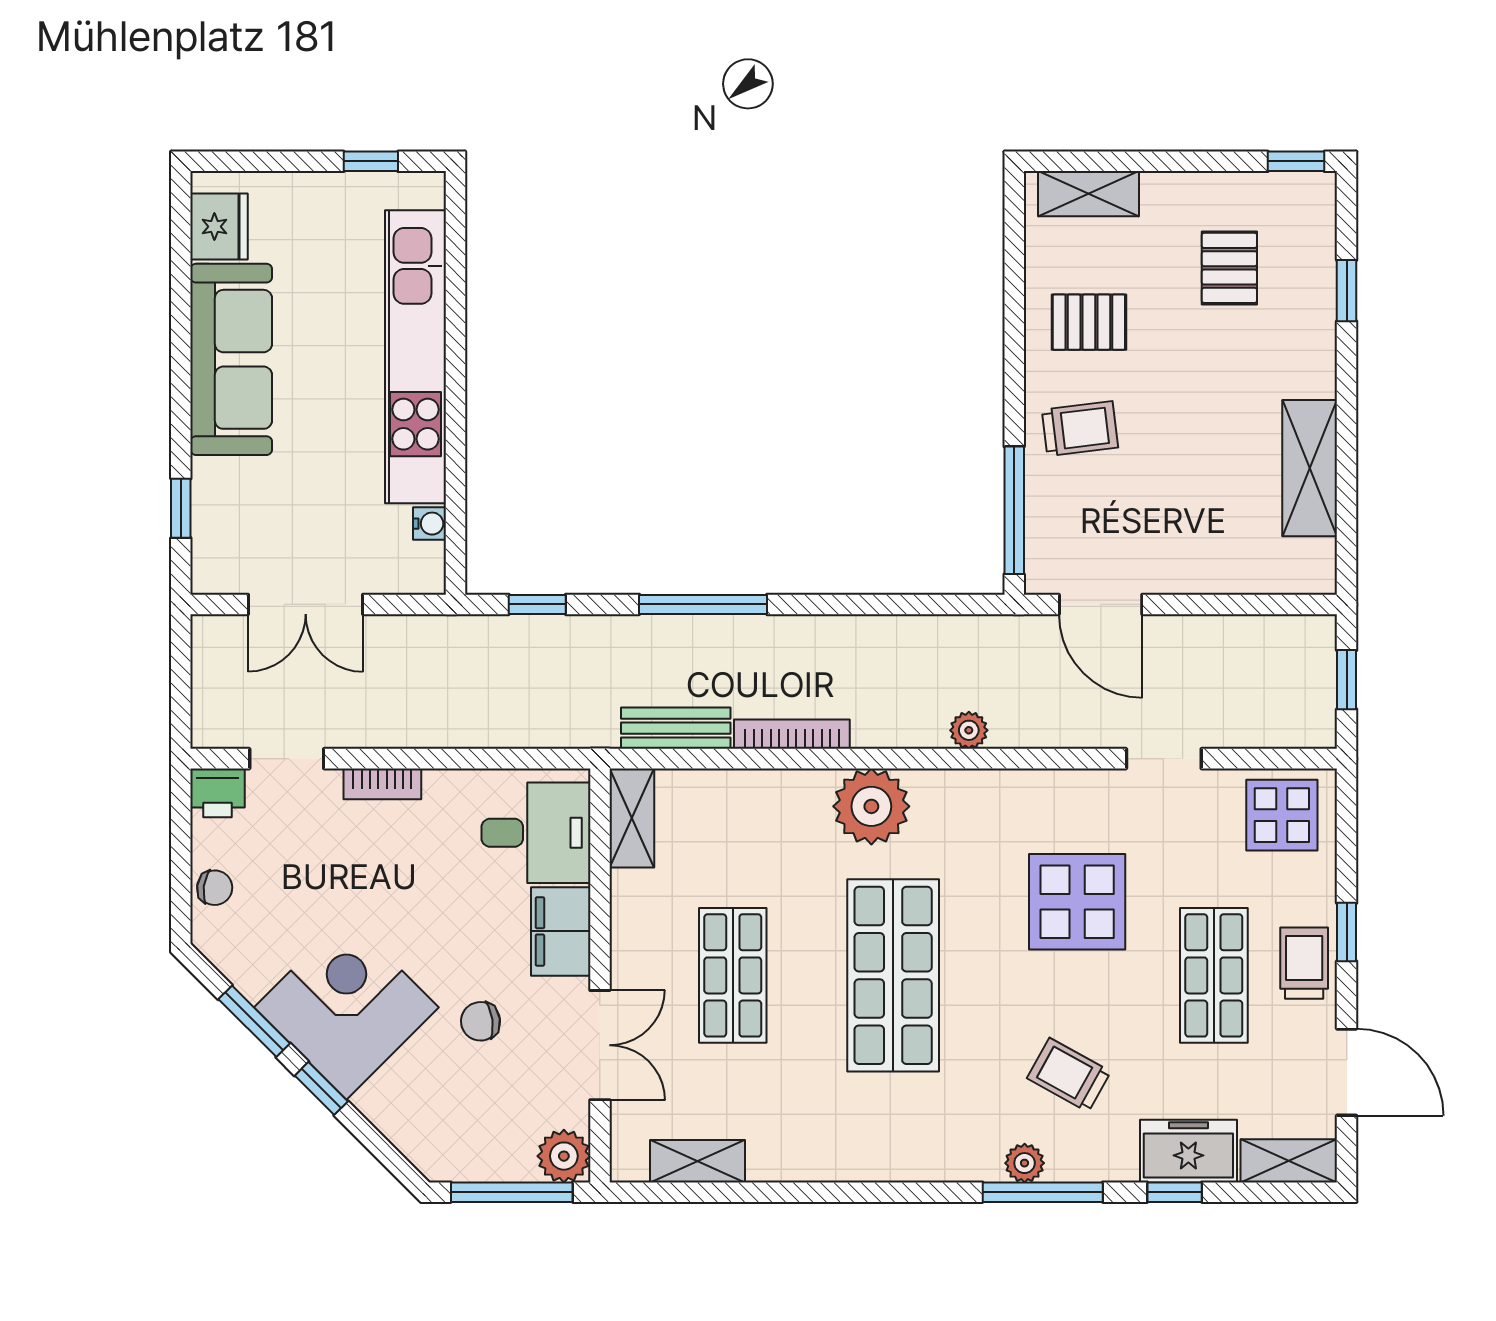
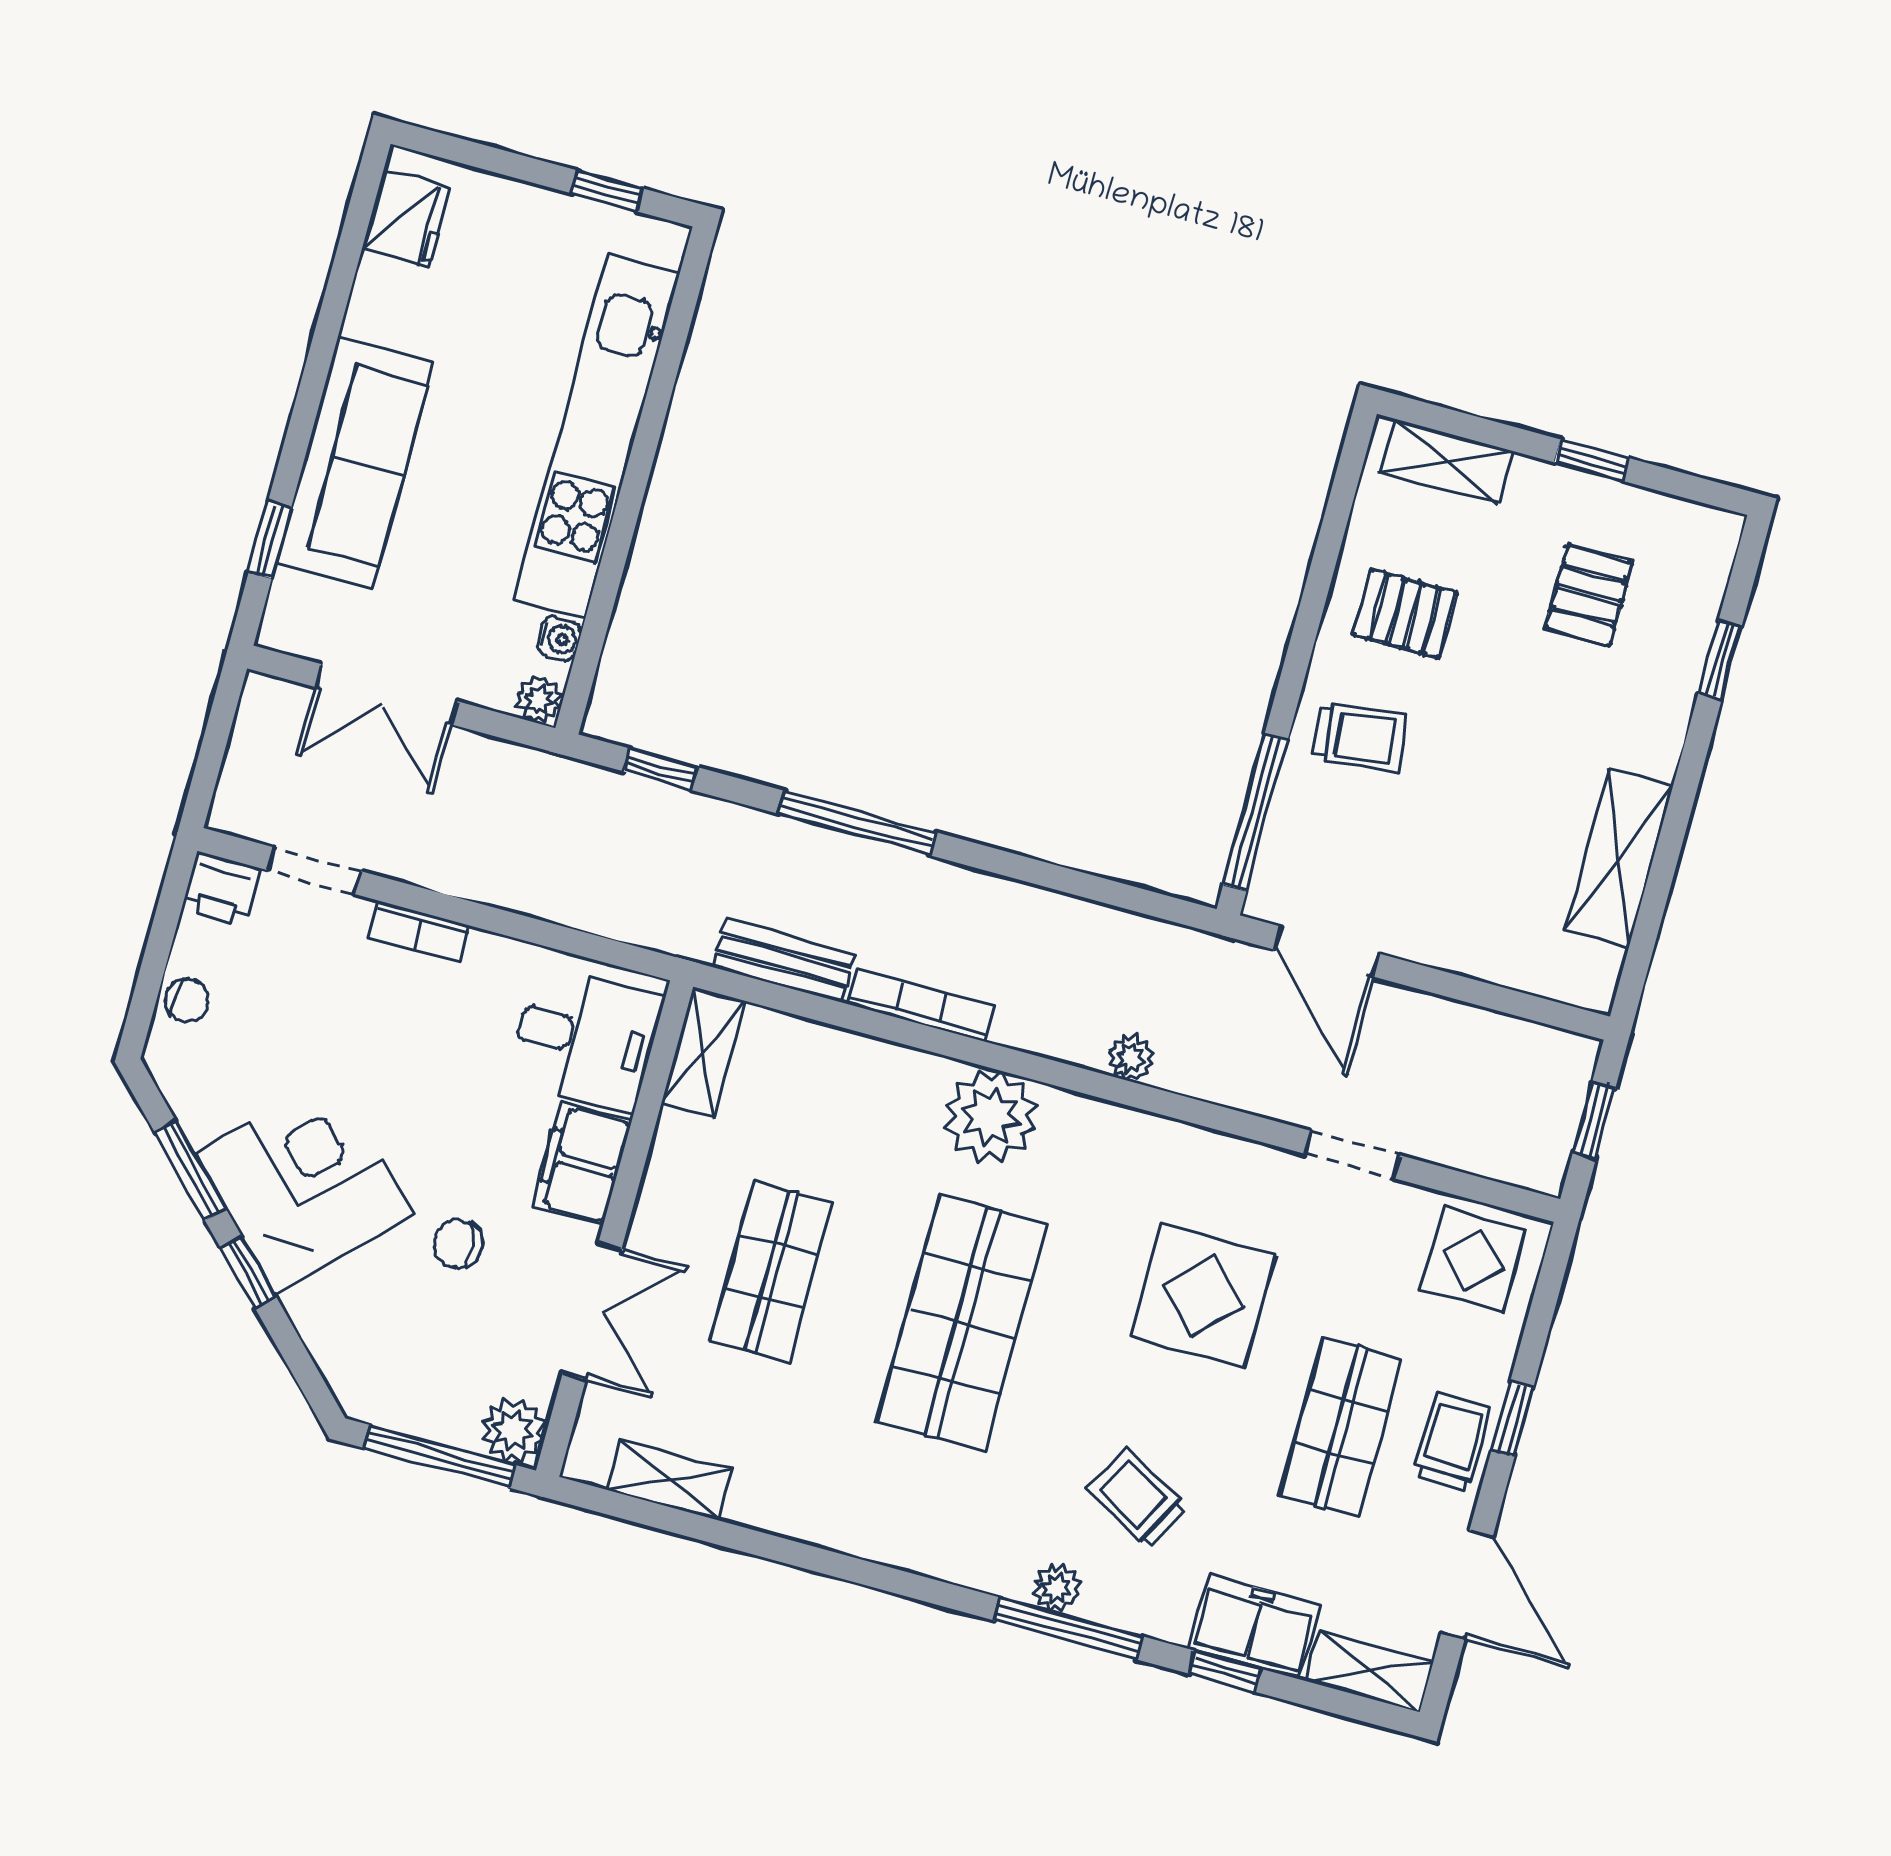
window: (1296, 161) -> (1591, 460), moved
sofa: (231, 359) -> (355, 463), moved
plant: (427, 576) -> (539, 700), added

